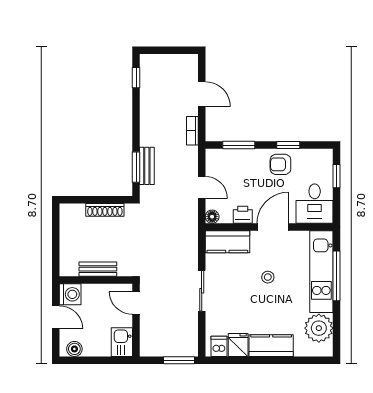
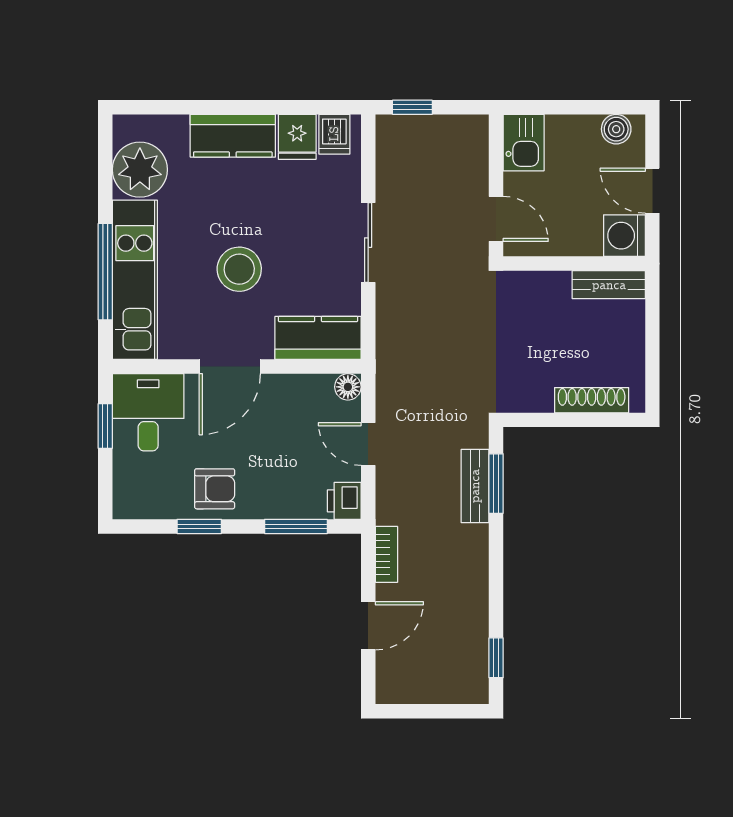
door: (202, 94) -> (368, 626), swing flipped
window: (337, 176) -> (105, 426), moved
shoe rack: (105, 210) -> (592, 400), moved
printer: (243, 215) -> (344, 501), moved, turned 90
bench: (98, 269) -> (609, 285), moved
stool: (268, 277) -> (239, 269), width x1.89, depth x1.89
window: (179, 360) -> (412, 107), width x0.67

